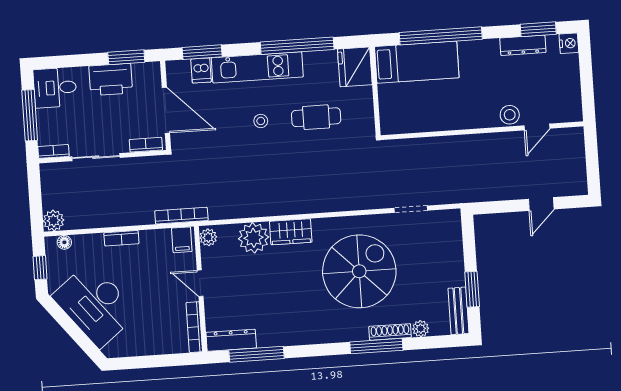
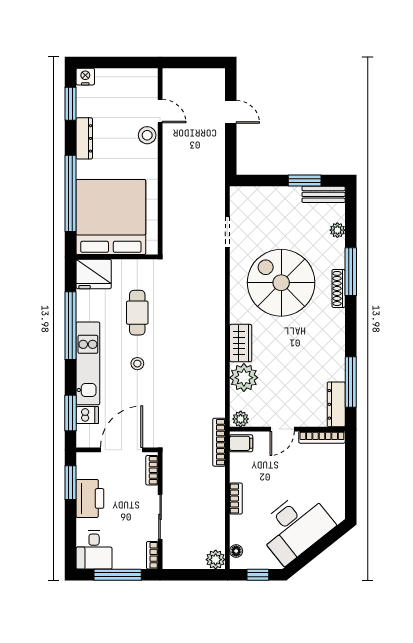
dresser: (523, 45) -> (84, 138), moved
bed: (417, 62) -> (111, 217), width x2.04
shoe rack: (390, 332) -> (339, 288), moved

